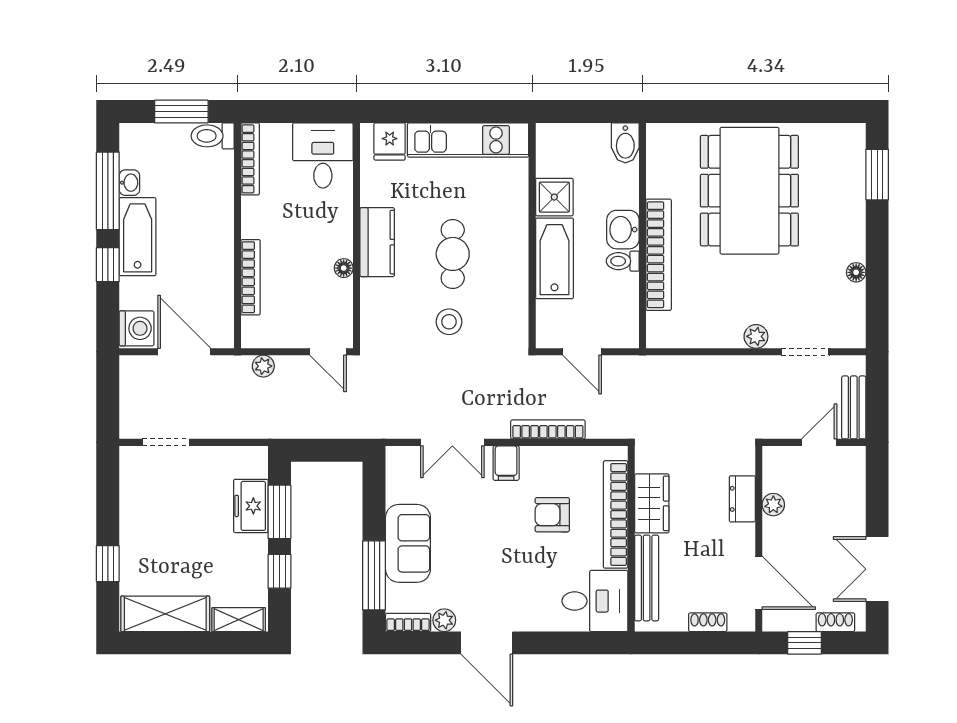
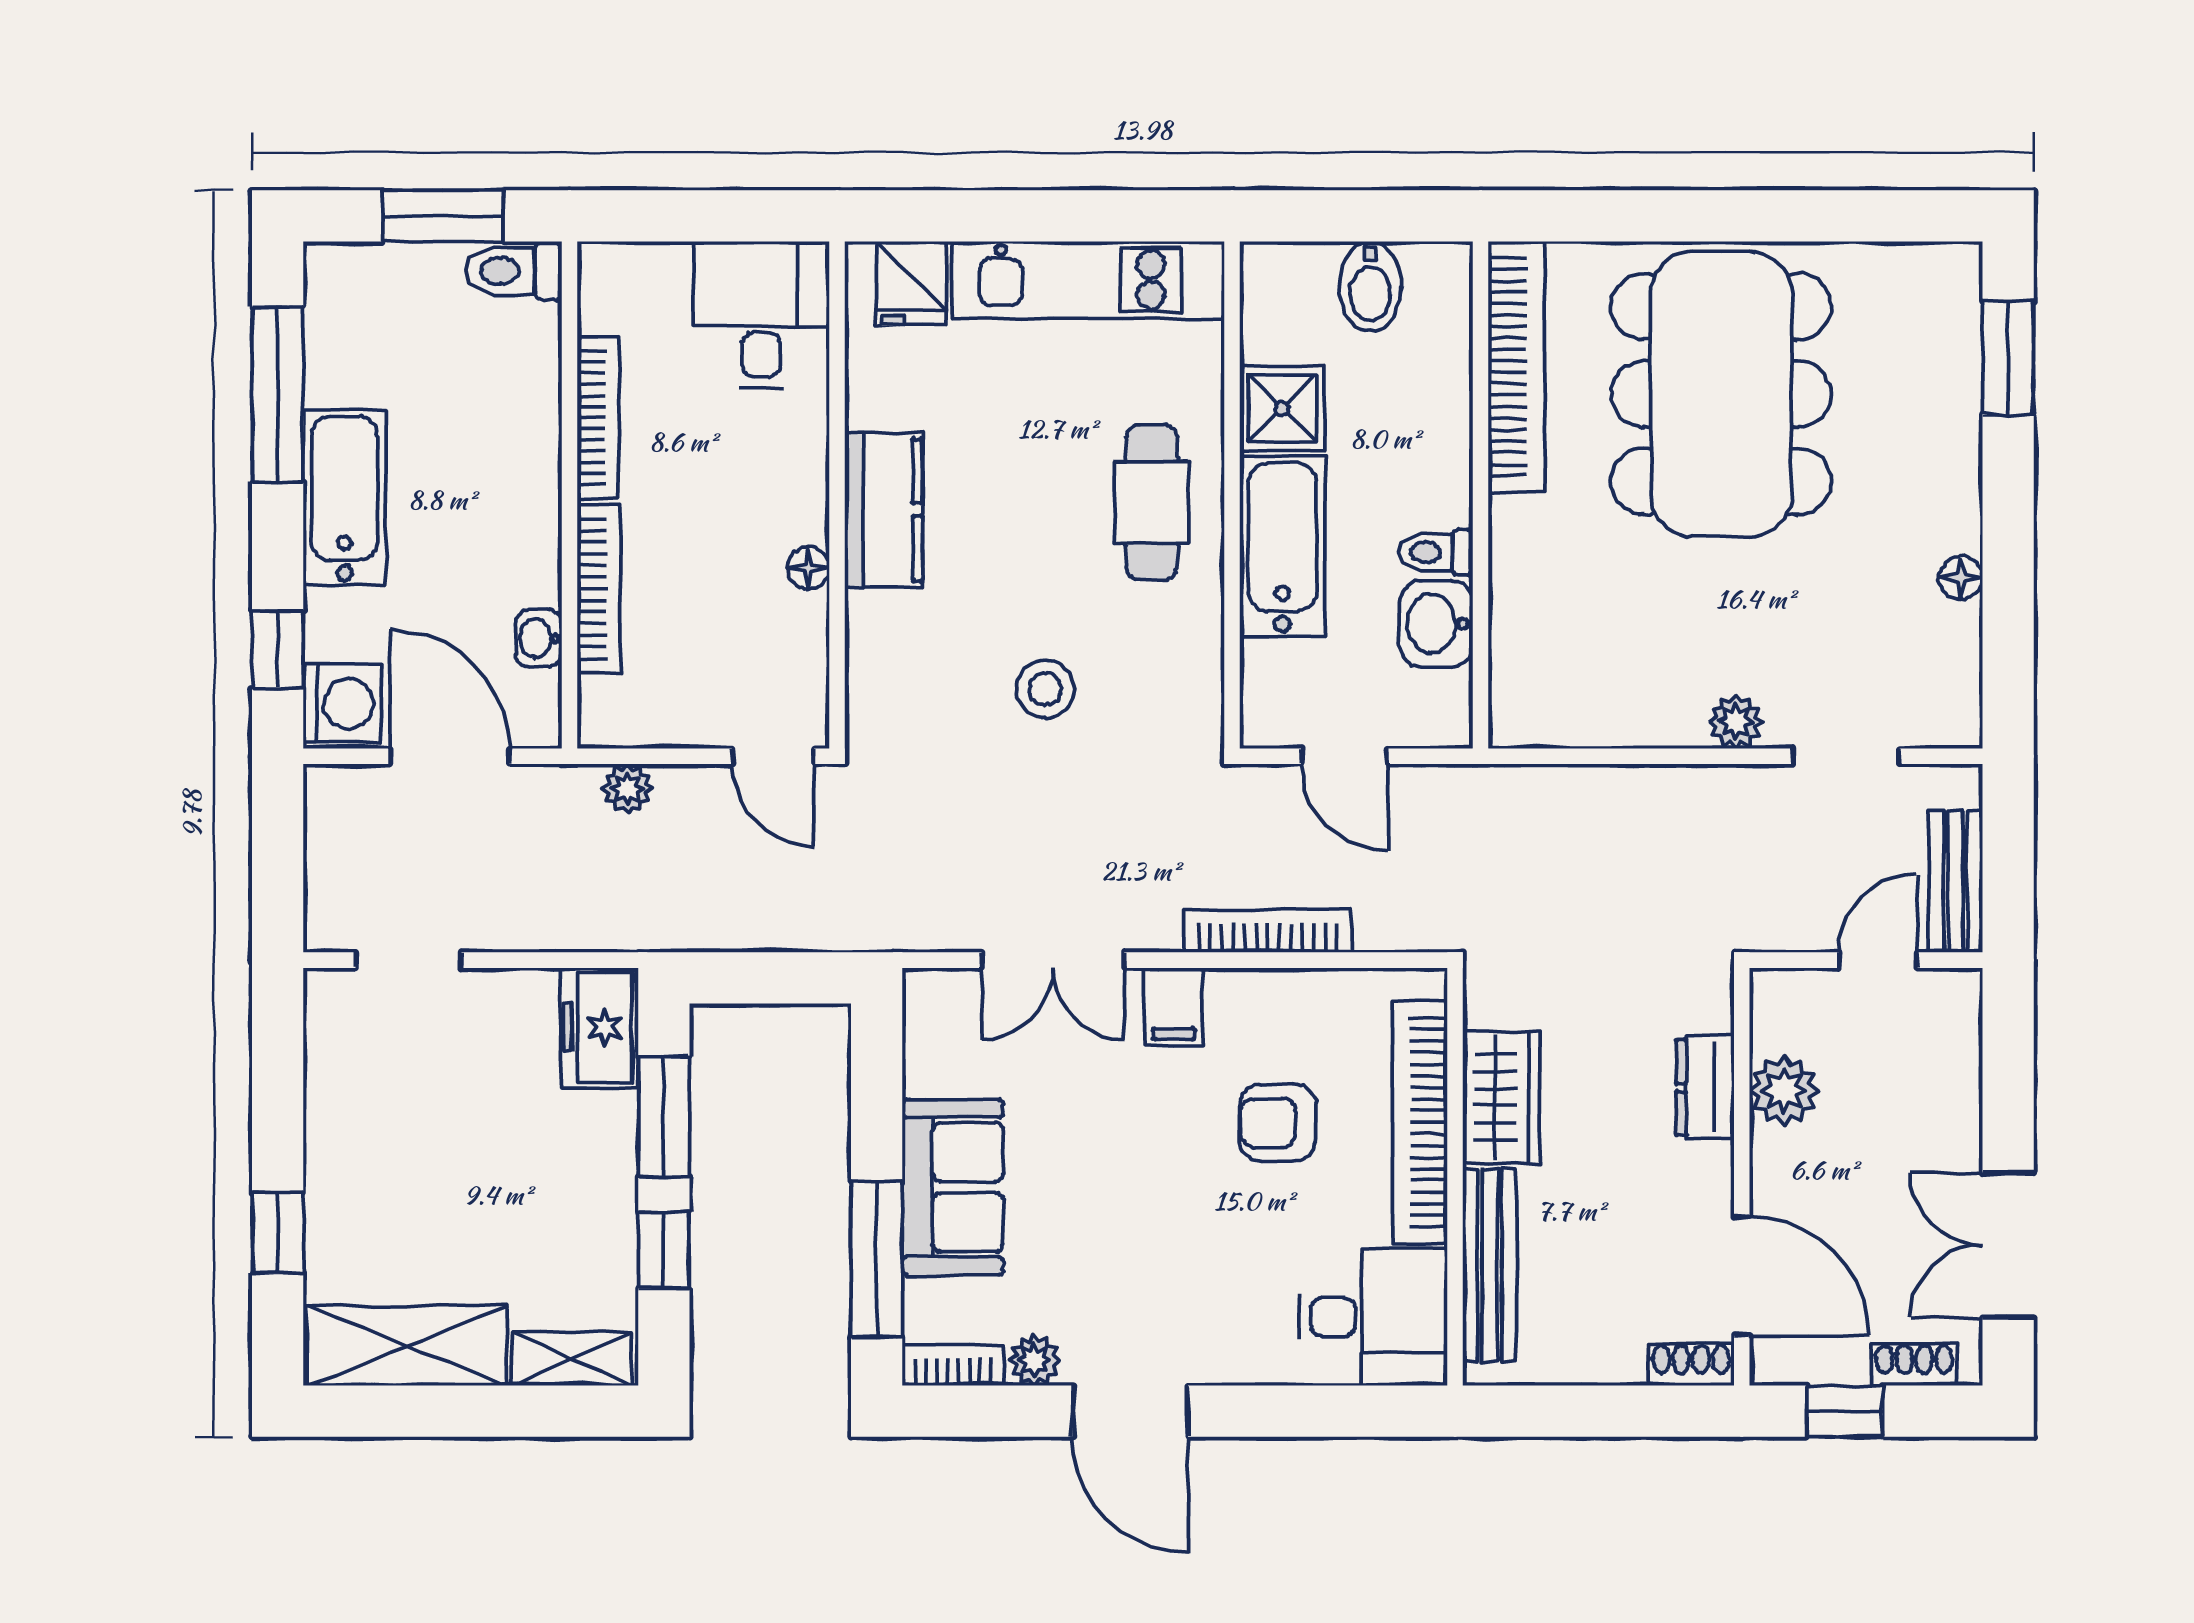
bidet: (625, 143) -> (1370, 287), moved
bookcase: (250, 159) -> (598, 418), moved
washbasin: (129, 183) -> (539, 638), moved, turned 180
washbasin: (623, 230) -> (1436, 624), moved
cafe table: (453, 254) -> (1152, 502), moved
bookcase: (659, 255) -> (1517, 367), moved
window: (108, 265) -> (278, 650), moved
plant: (773, 505) -> (1784, 1091), width x1.38, depth x1.38
freezer: (251, 506) -> (599, 1028), moved
shoe rack: (708, 622) -> (1691, 1365), moved

